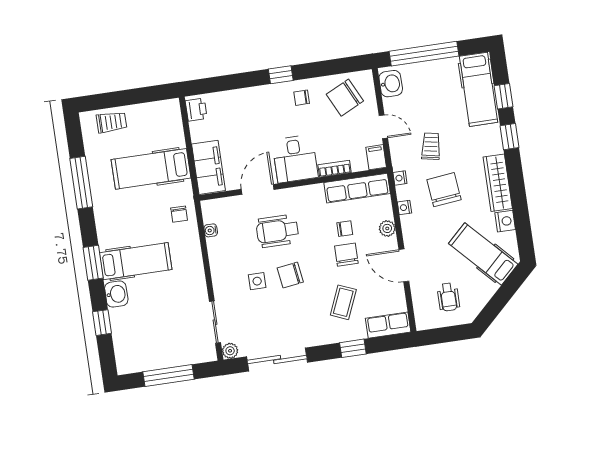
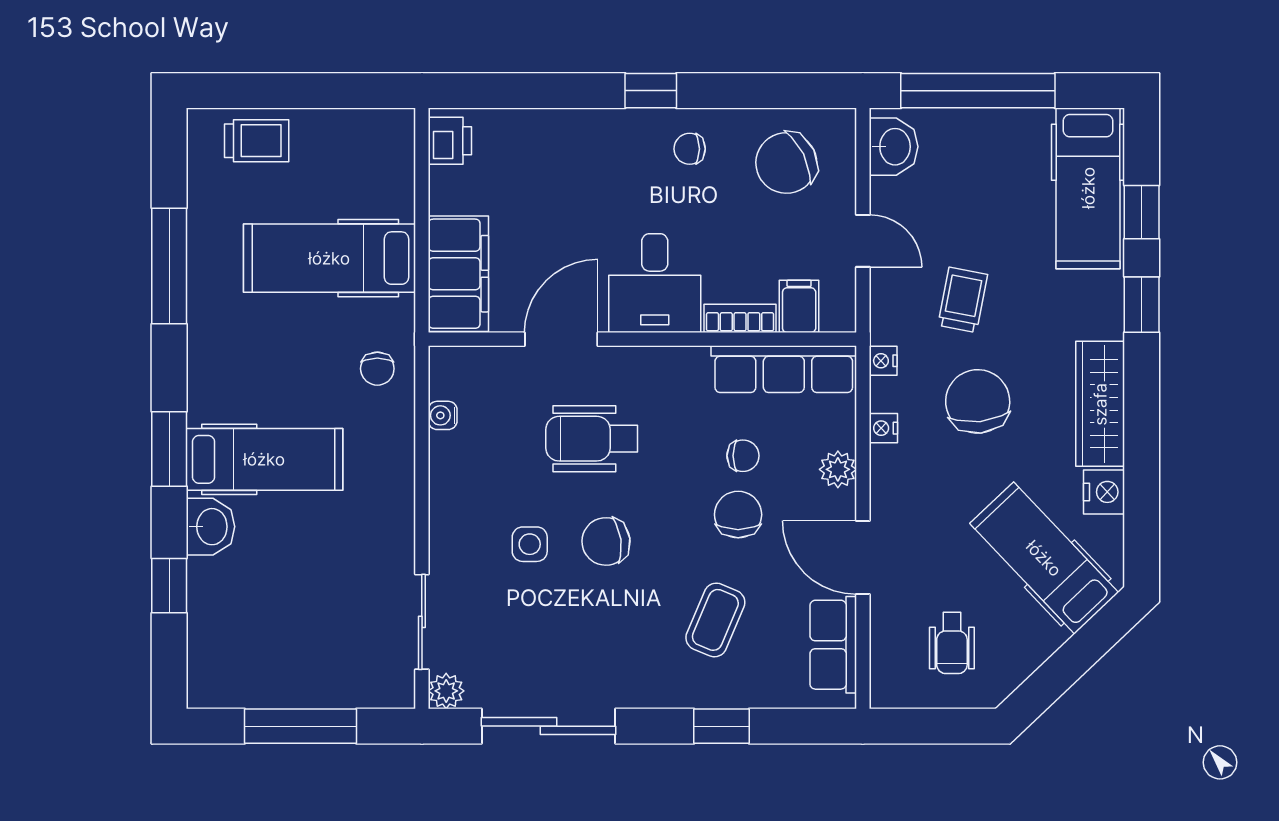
filing cabinet: (376, 157) -> (799, 306), moved
row of seats: (388, 325) -> (833, 645), moved, turned -90

